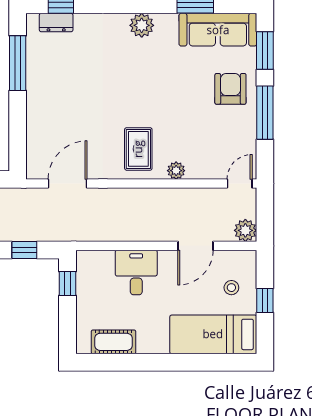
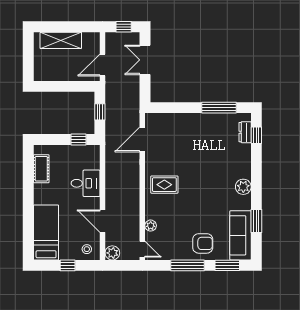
plant: (176, 171) -> (151, 226), moved
door: (68, 184) -> (142, 139), swing flipped
stool: (231, 288) -> (87, 249), moved

